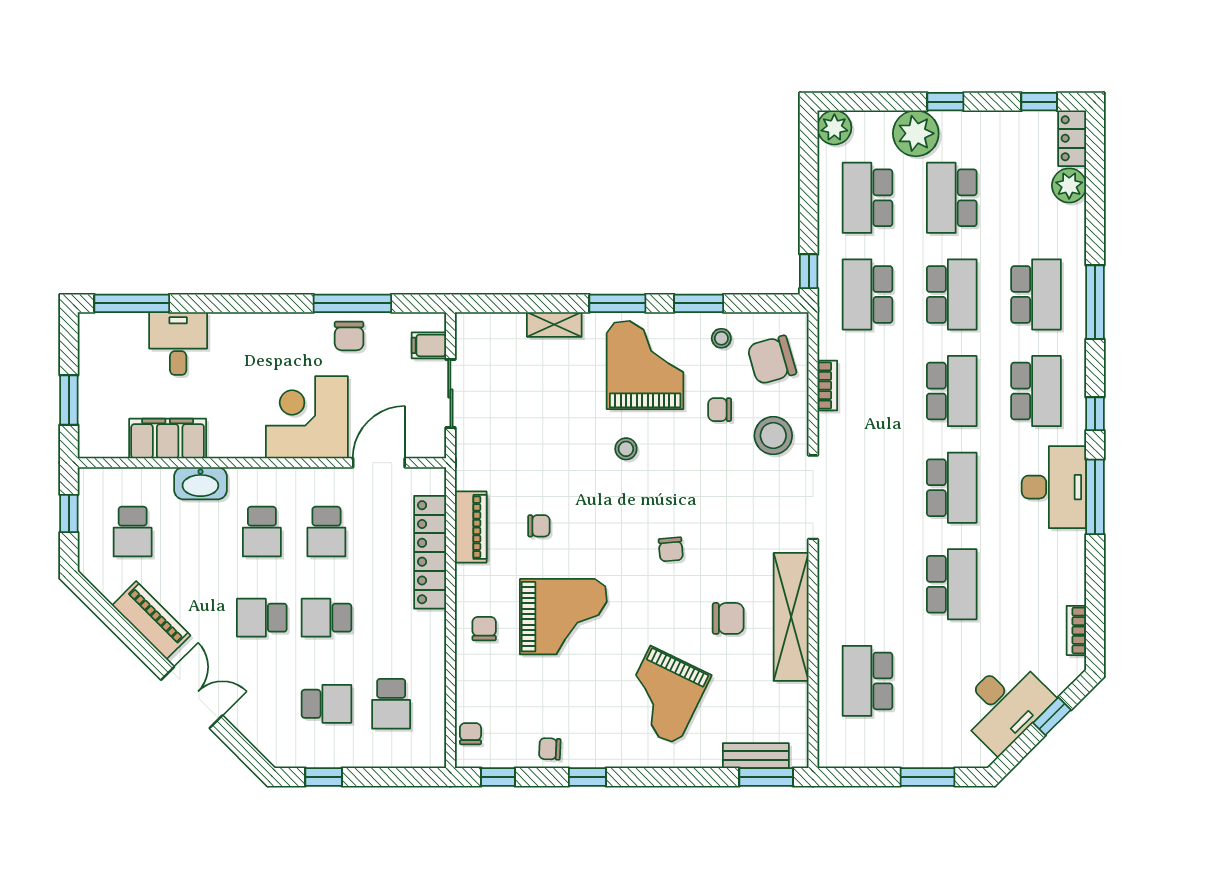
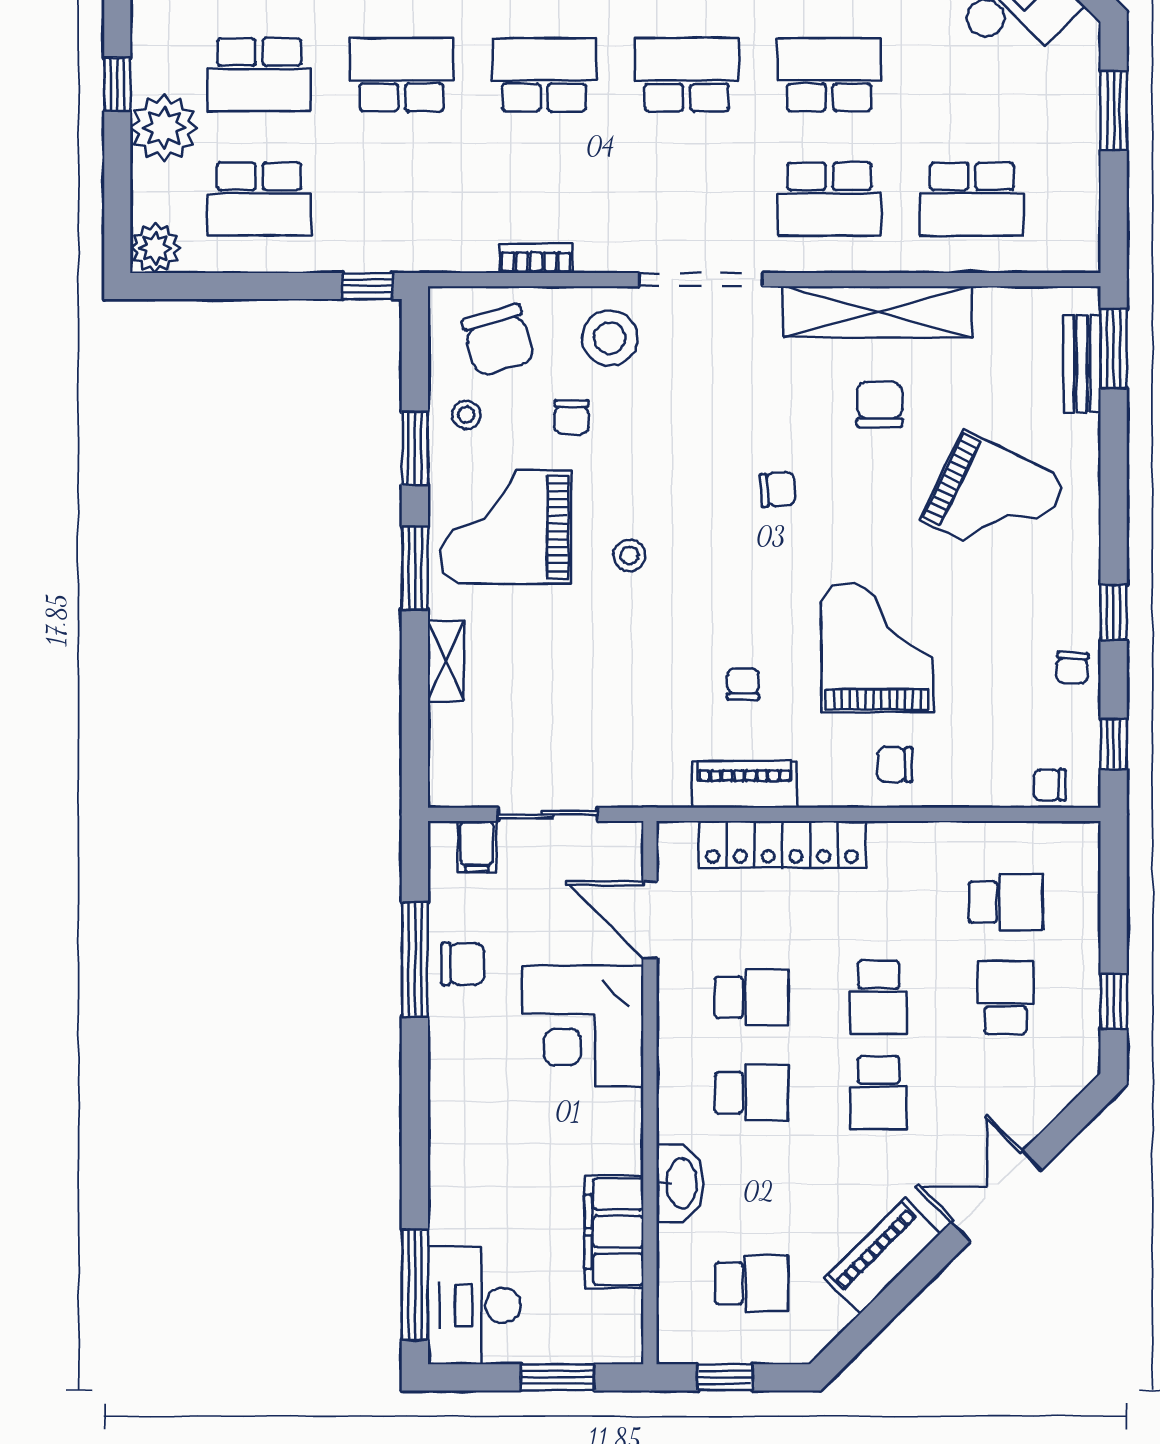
school desk: (867, 294) -> (829, 199), moved
desk: (178, 344) -> (474, 1305), moved, width x1.37

